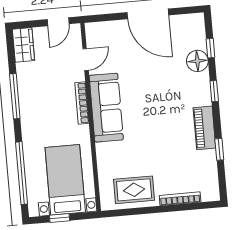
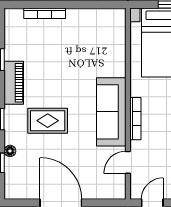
floor lamp: (197, 61) -> (10, 151), width x0.53, depth x0.53
rug: (134, 190) -> (48, 121), moved

